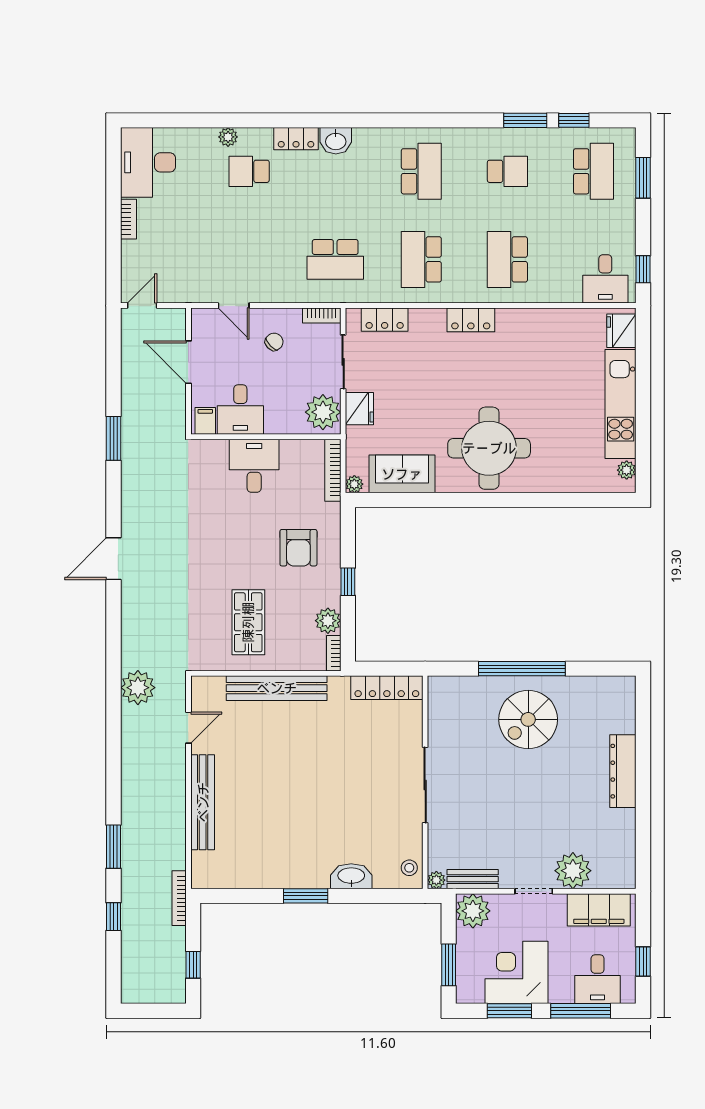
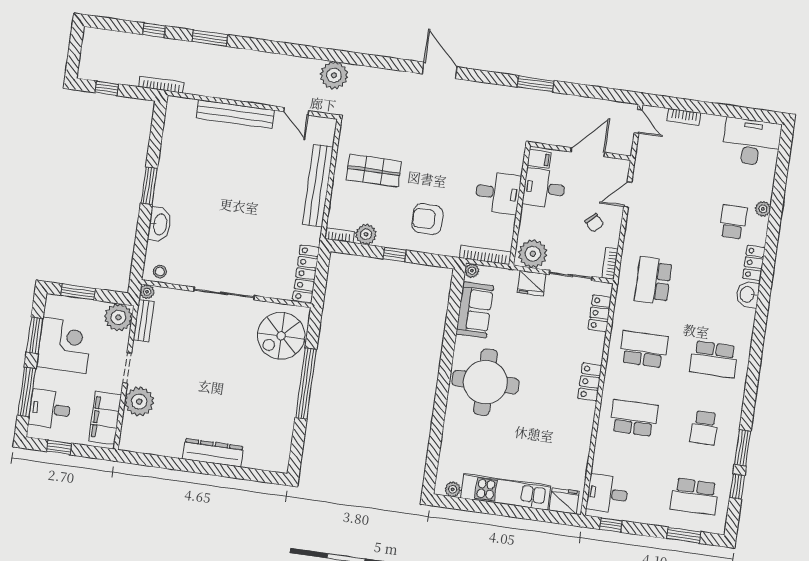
bookcase: (129, 219) -> (684, 117), moved
spiral stairs: (528, 719) -> (281, 336), moved, turned -90

